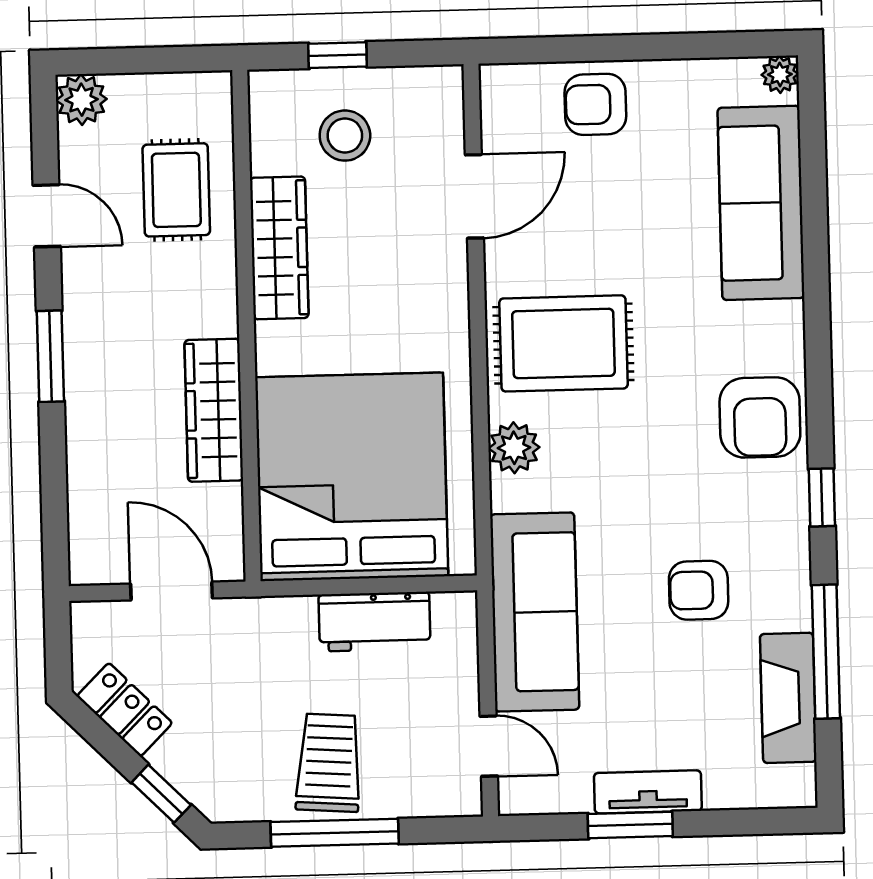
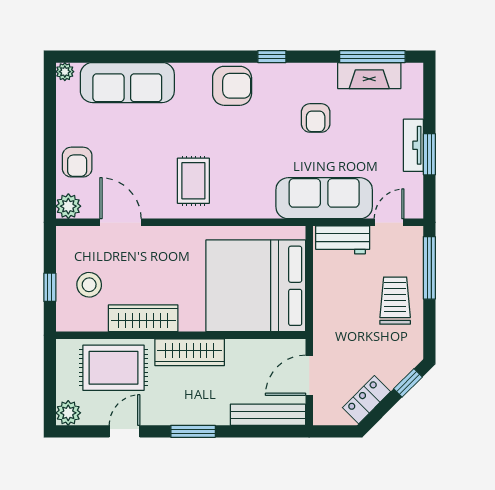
rug: (176, 190) -> (114, 368), width x1.36, depth x1.43
rug: (563, 343) -> (193, 181), width x0.73, depth x0.70
wardrobe: (214, 410) -> (190, 352), moved
plant: (514, 448) -> (68, 206), moved
bench: (88, 509) -> (268, 415), added
workbench: (375, 622) -> (343, 240), moved, turned 90
window: (826, 652) -> (372, 57), moved
trolley: (329, 763) -> (395, 301), turned 86
window: (335, 833) -> (429, 268), moved

